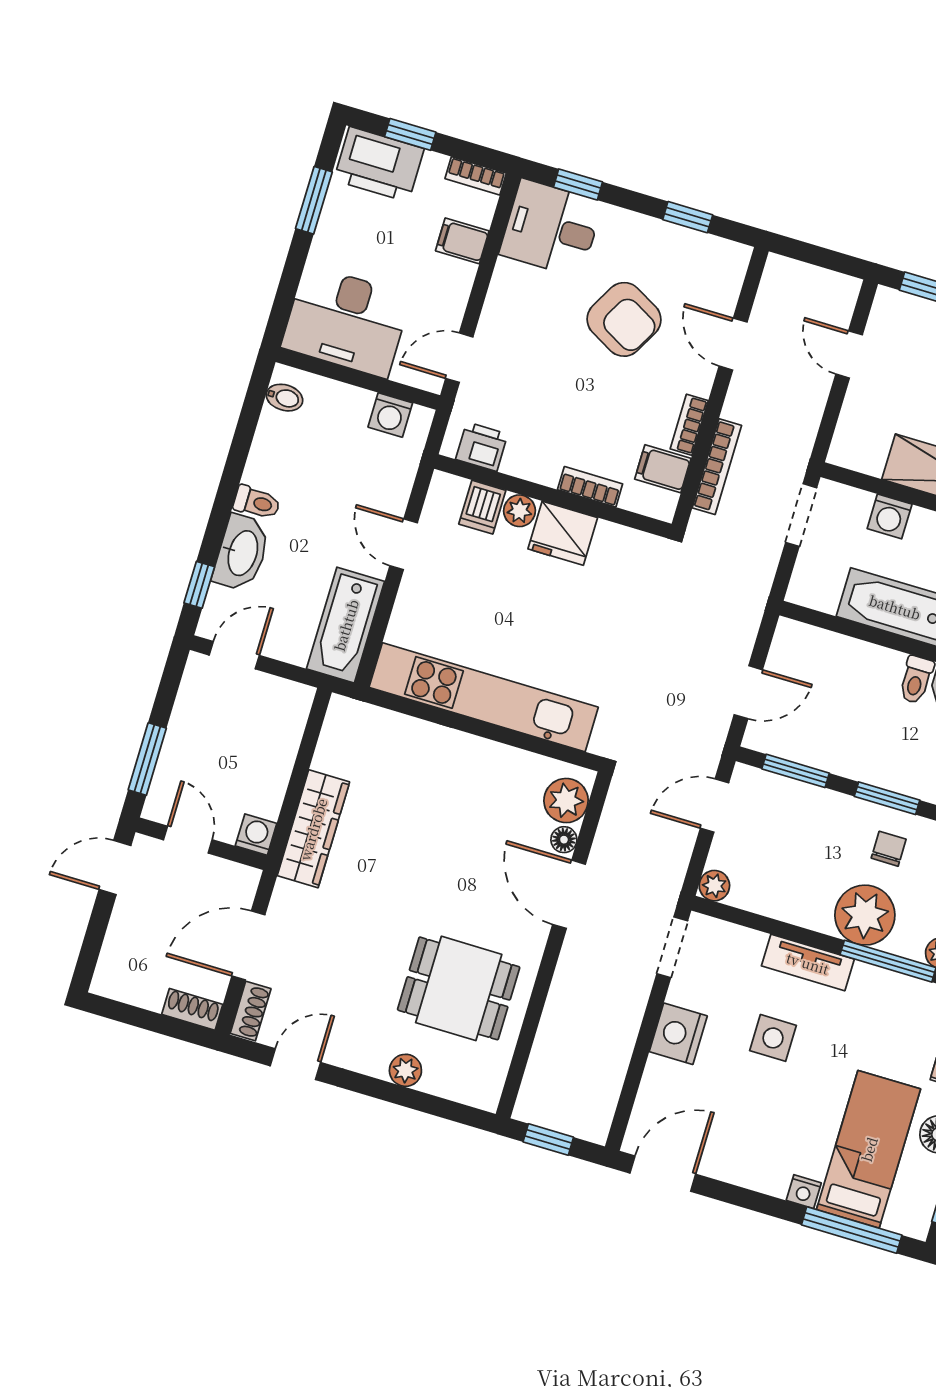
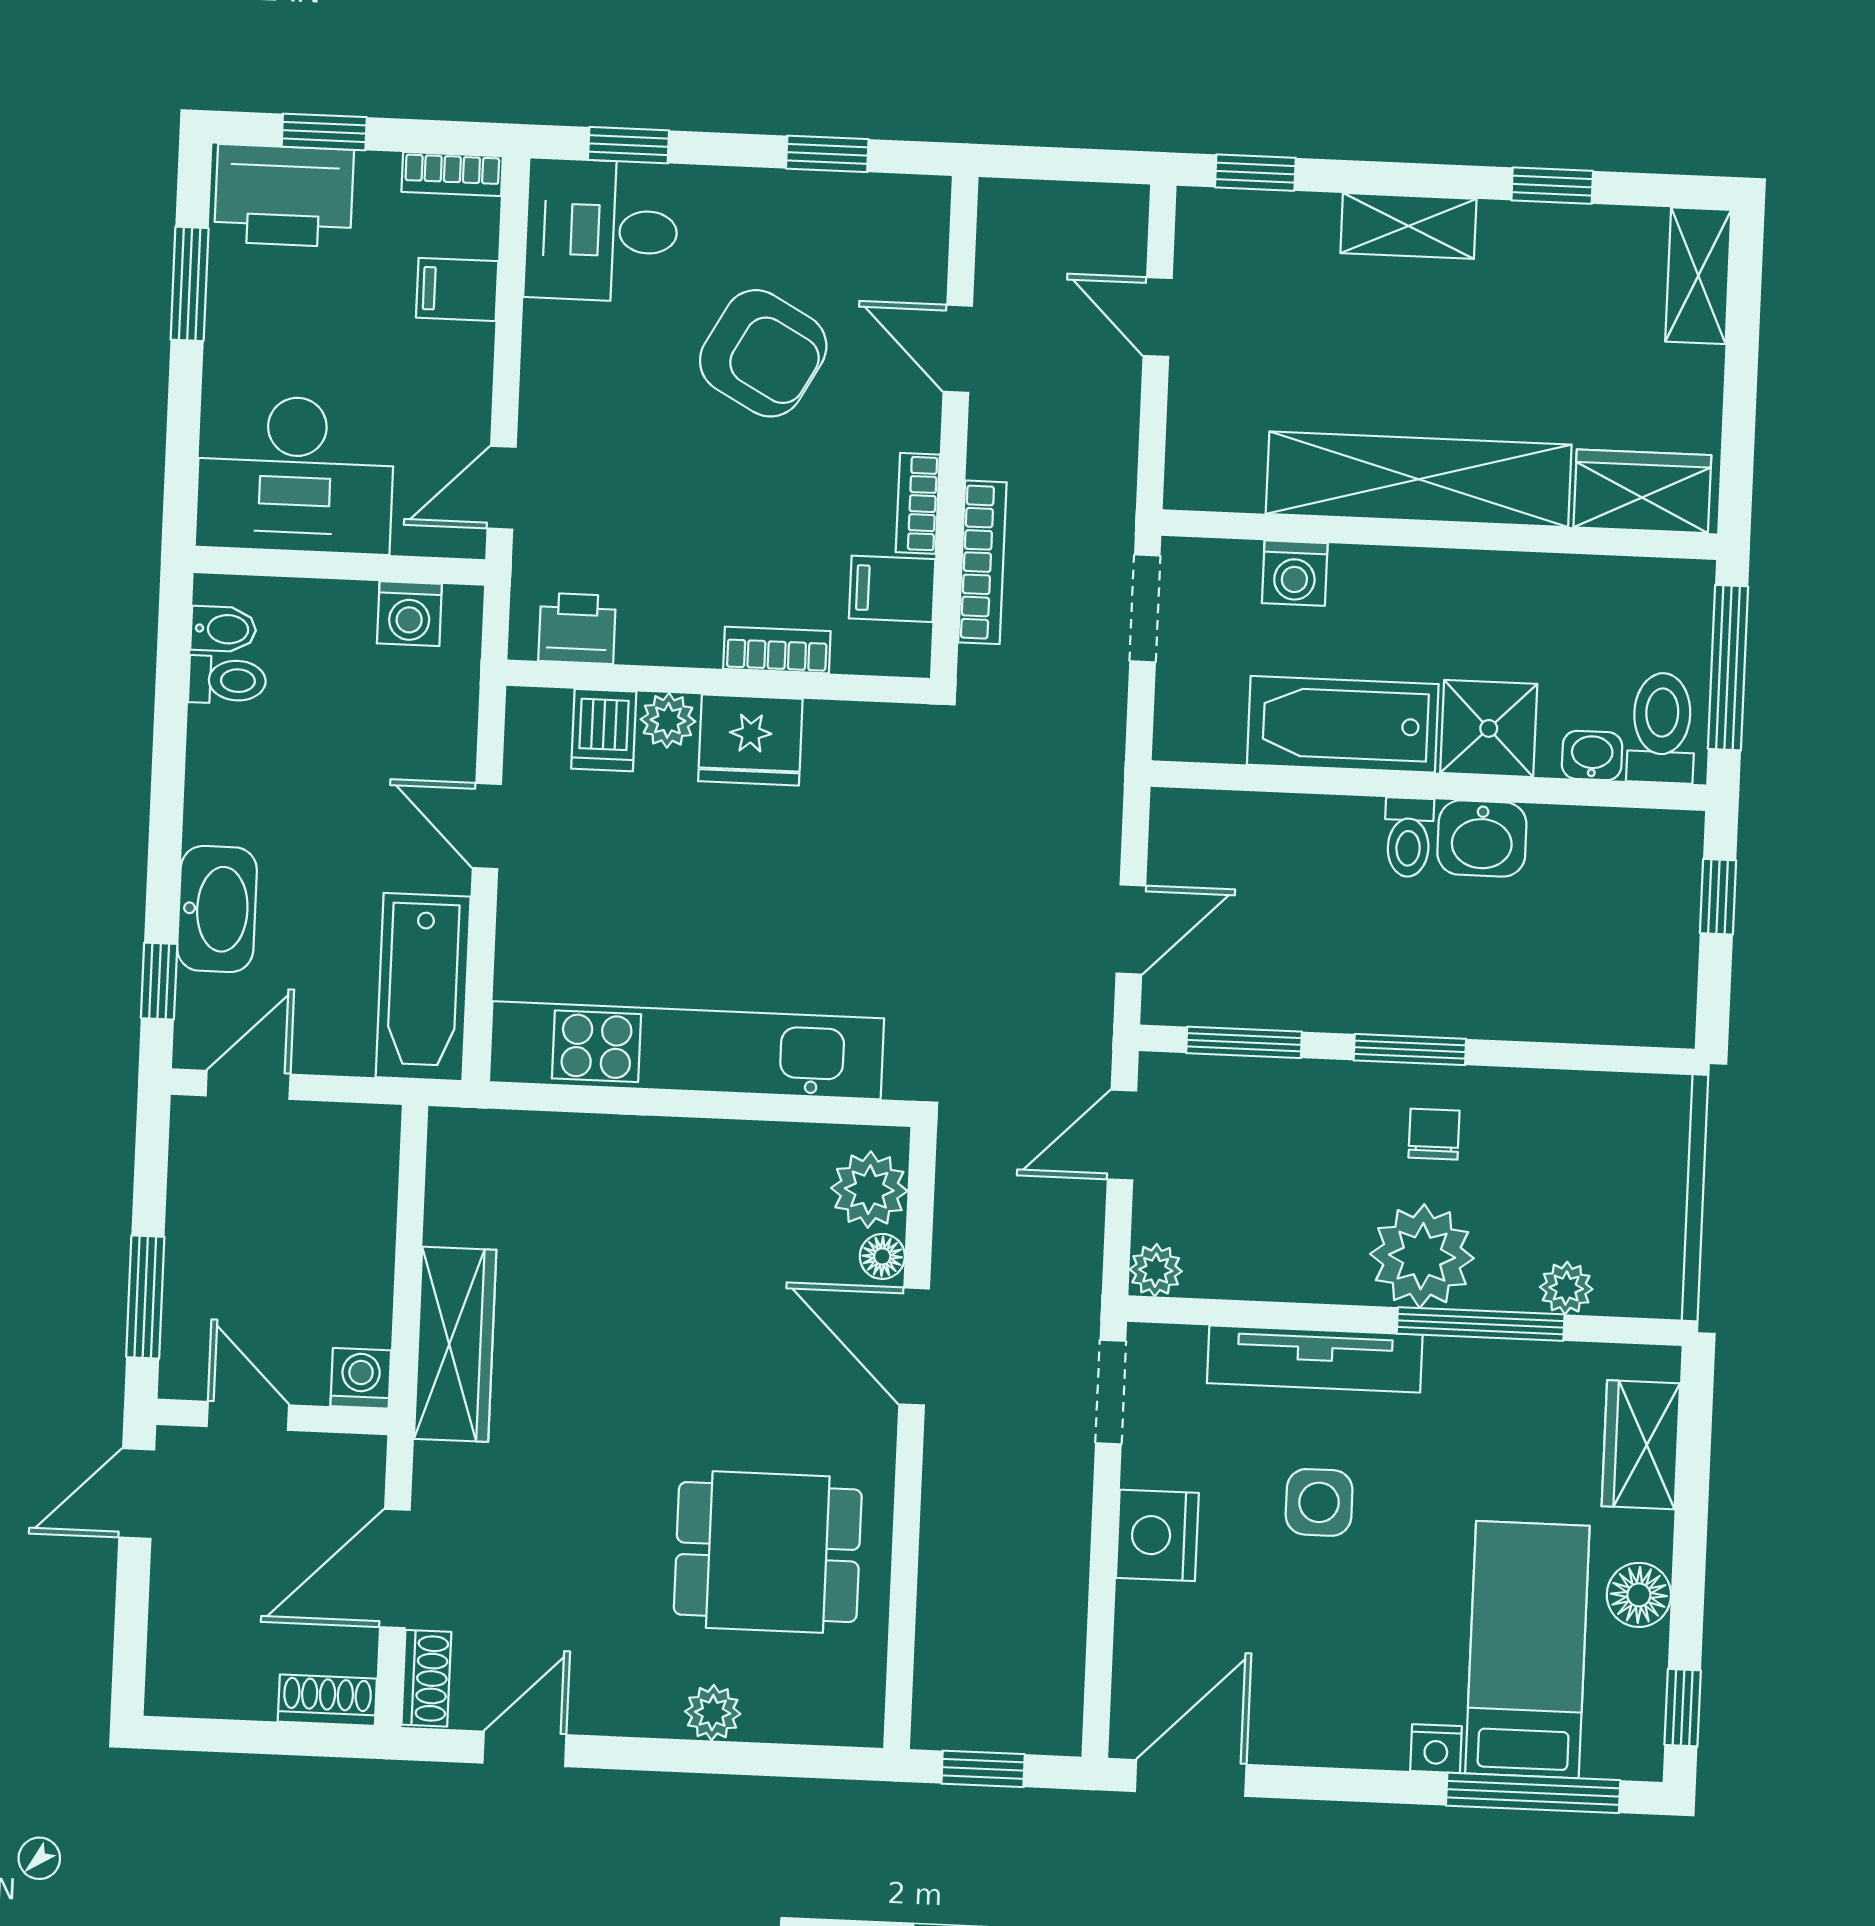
toilet: (257, 502) -> (227, 680), moved
tv unit: (808, 963) -> (1315, 1359), width x1.41

